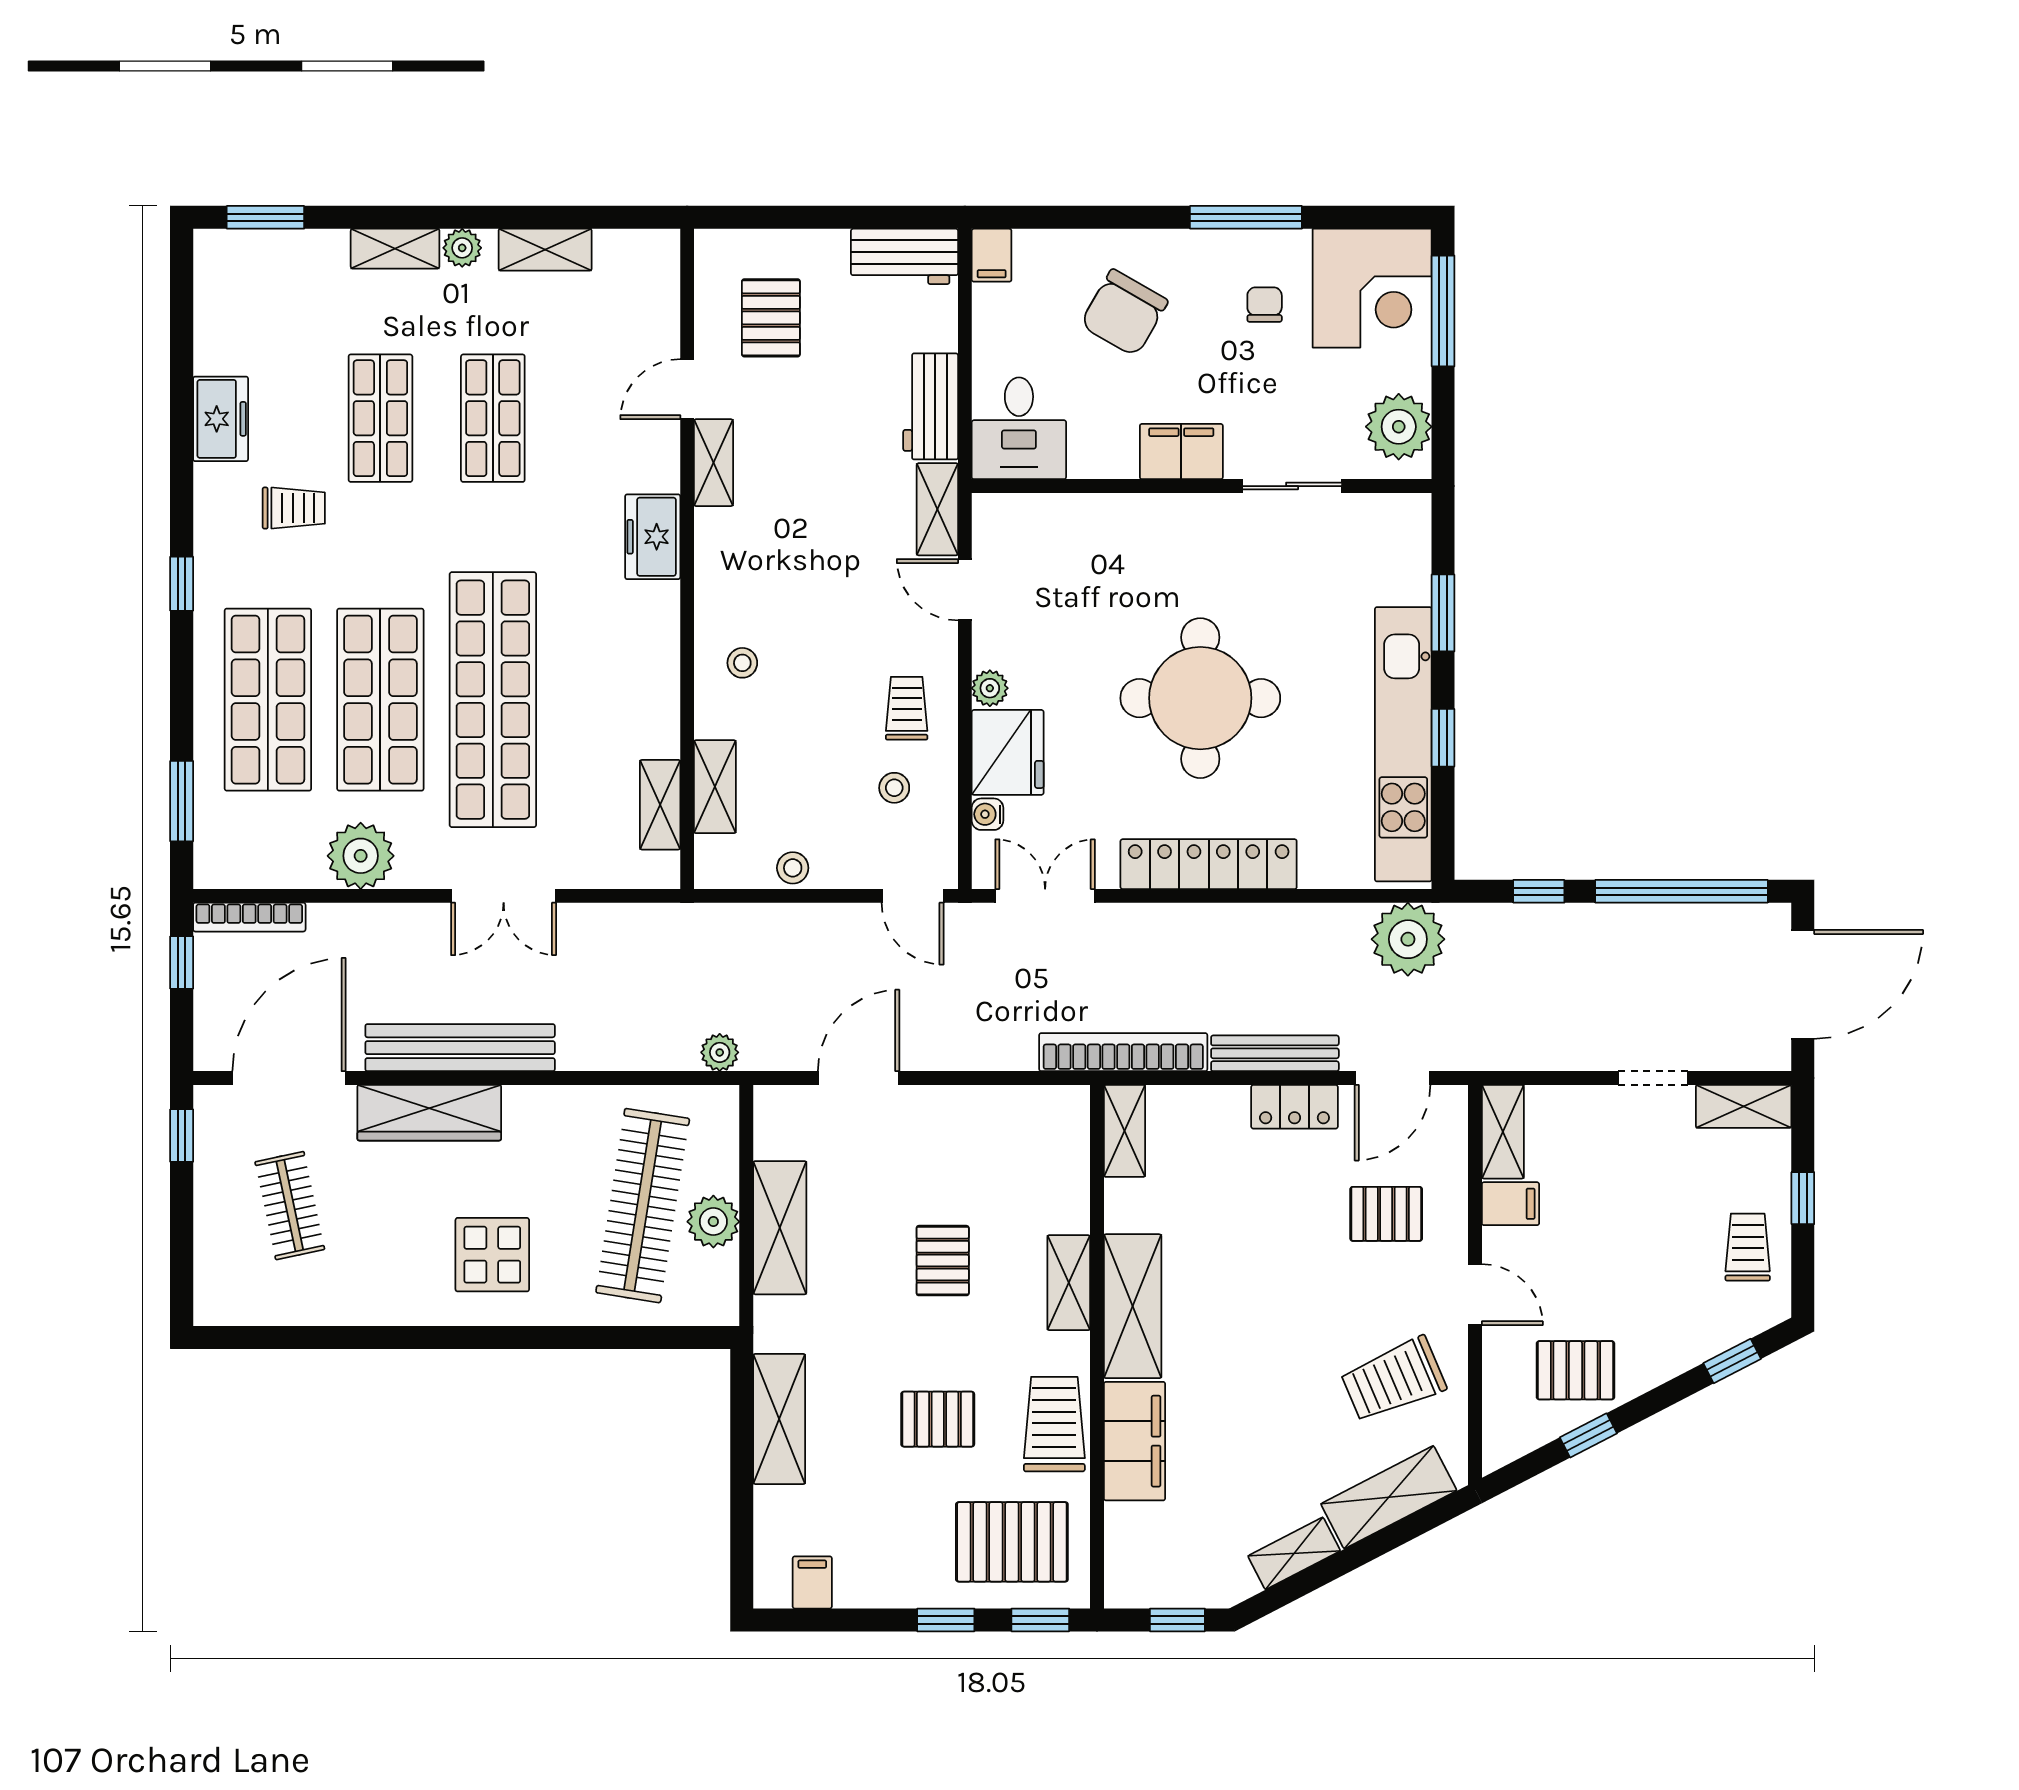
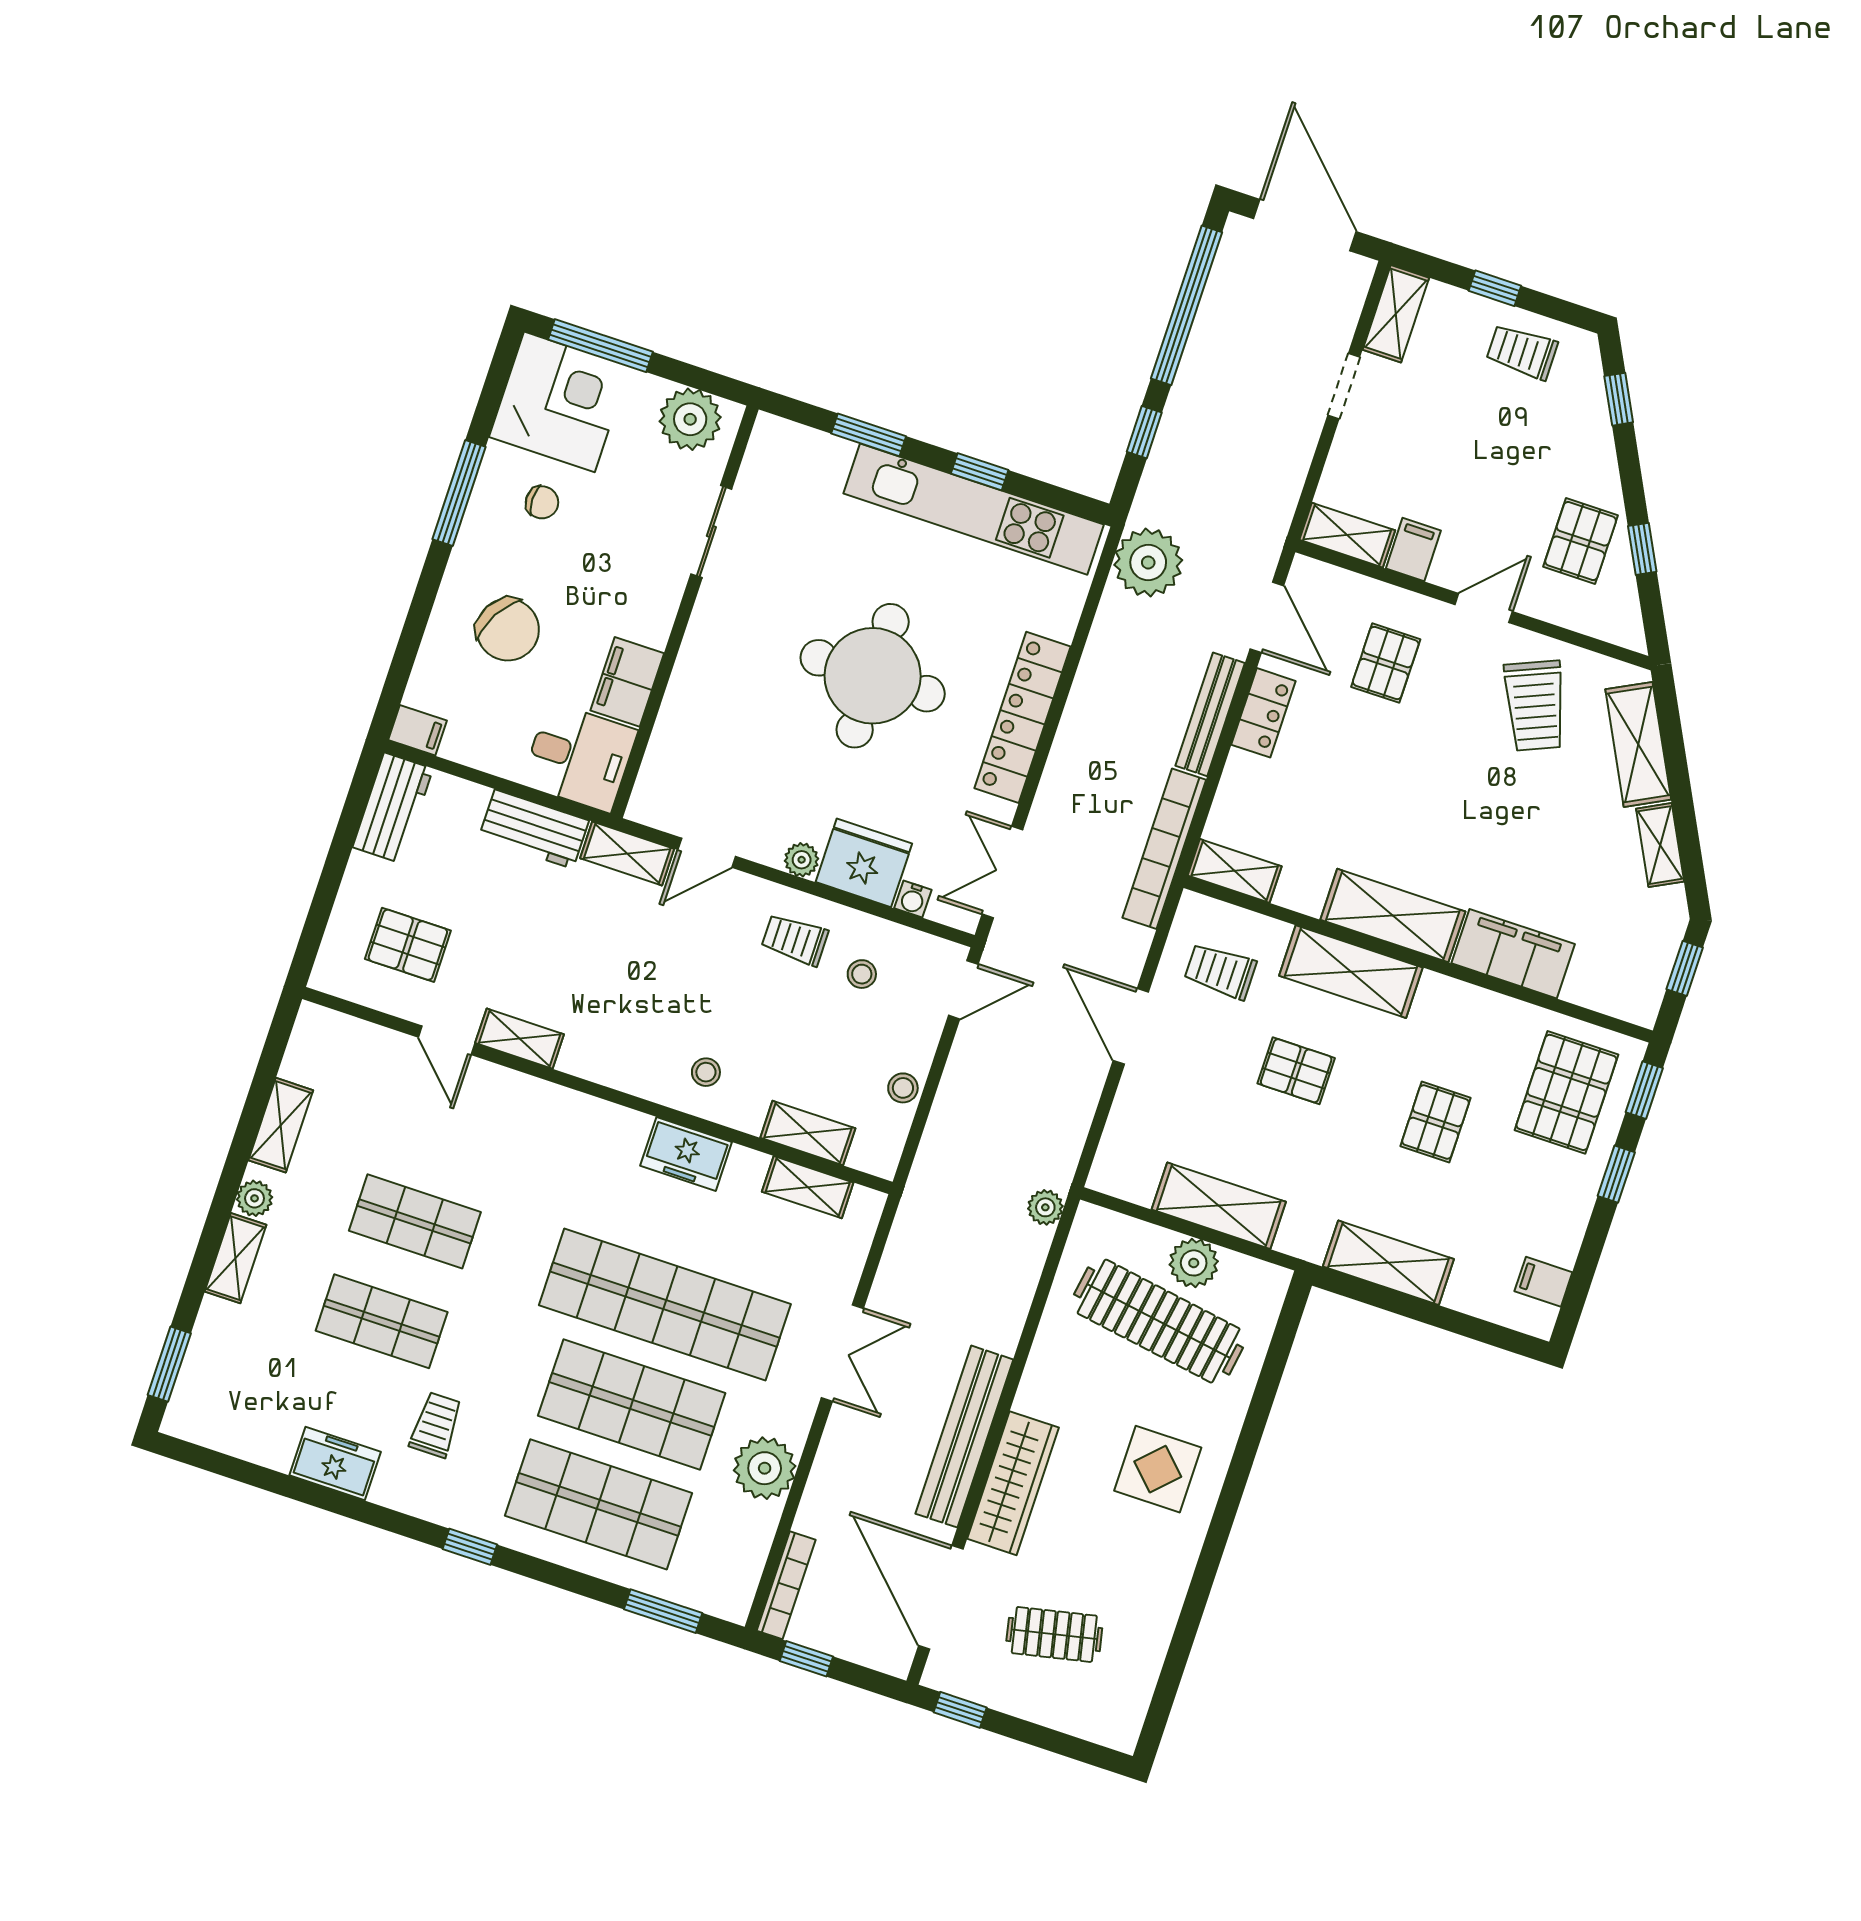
chair: (1265, 305) -> (542, 502), turned 180
filing cabinet: (1181, 452) -> (627, 682), moved
freezer: (653, 537) -> (686, 1154), moved
door: (859, 1078) -> (1131, 1026), moved
shelving: (1069, 1283) -> (1351, 972), width x1.50, depth x1.33
trolley: (1054, 1424) -> (1220, 971), moved, width x0.73, depth x0.72

